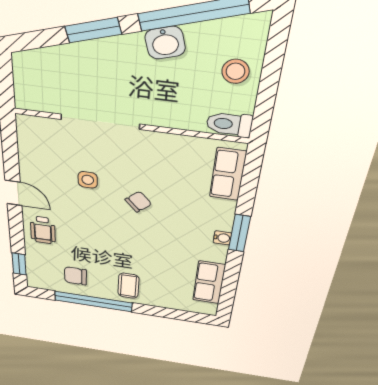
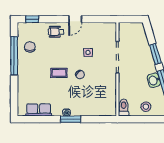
row of seats: (228, 174) -> (100, 110), removed
coffee table: (128, 286) -> (59, 73), moved

